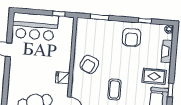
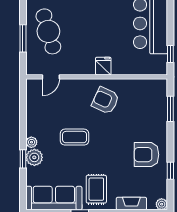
fridge: (63, 78) -> (103, 66), moved

